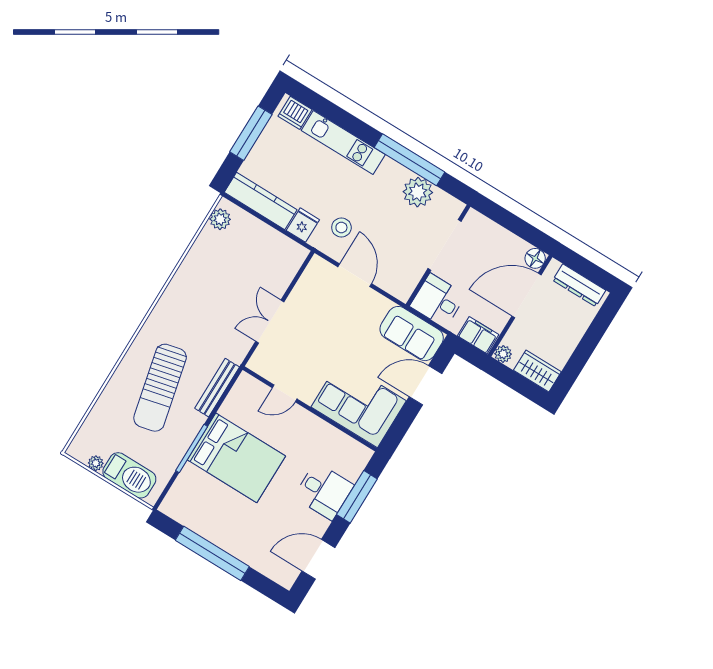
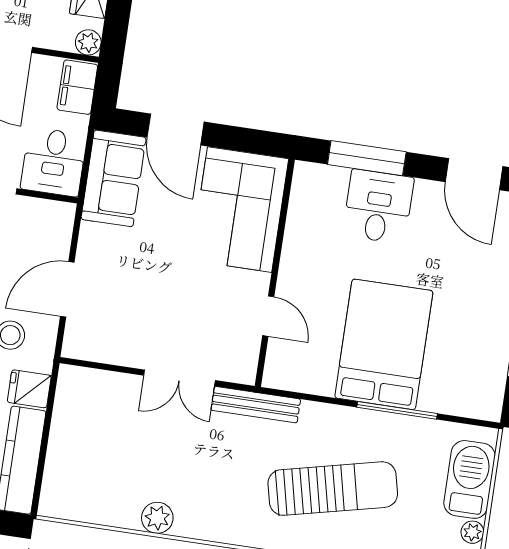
plant: (220, 219) -> (157, 518), moved
bench: (217, 388) -> (256, 405), moved

